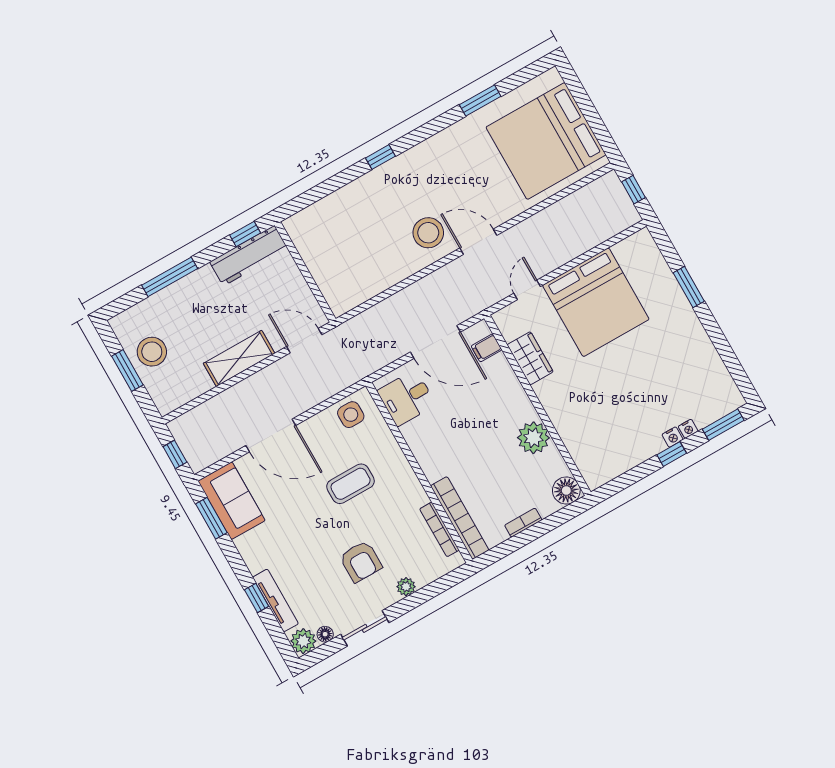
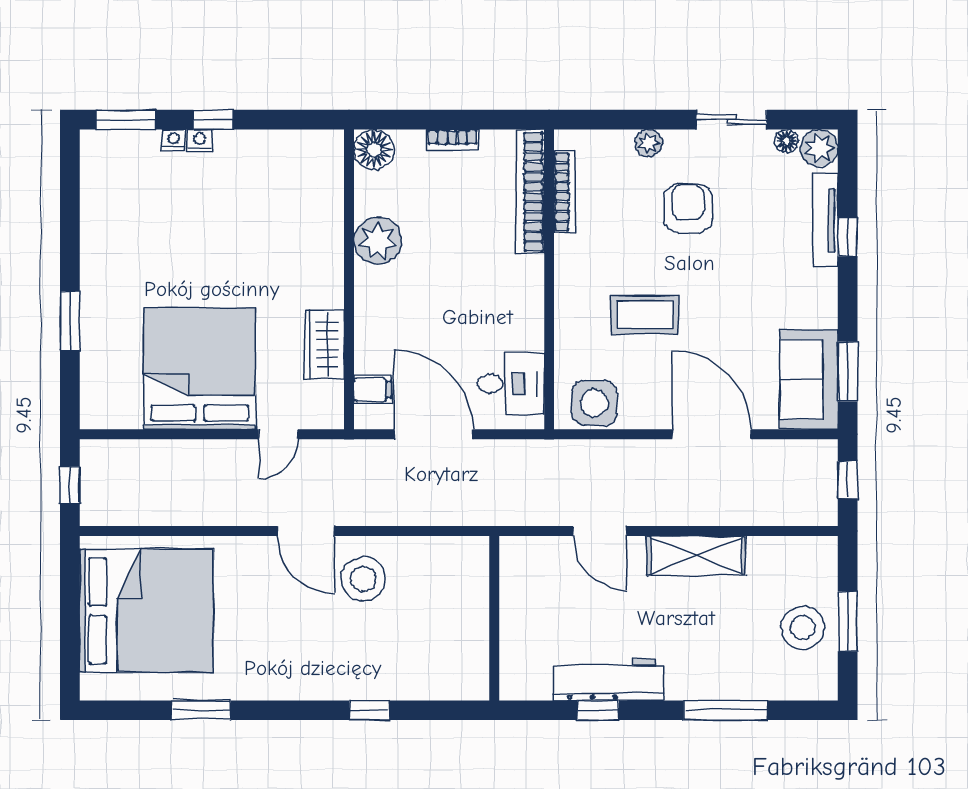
wall: (305, 272) -> (494, 618), moved
side table: (351, 415) -> (594, 403), width x1.37, depth x1.37

